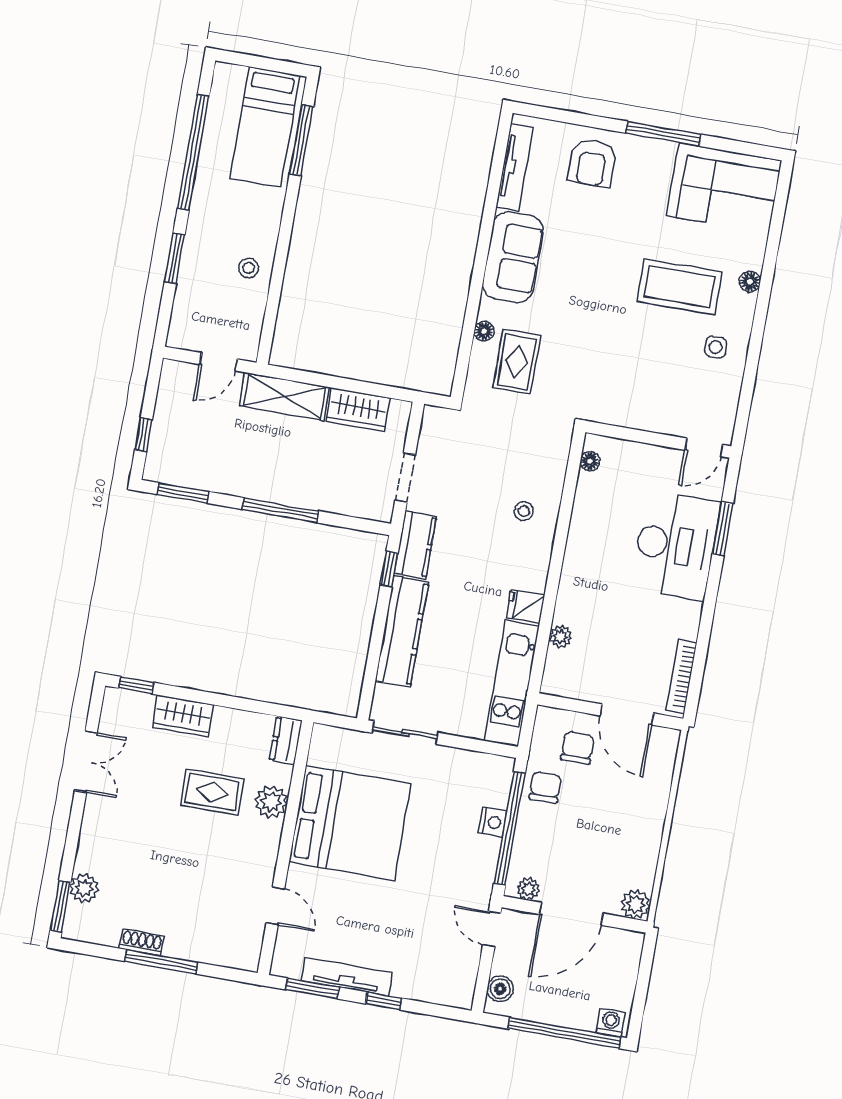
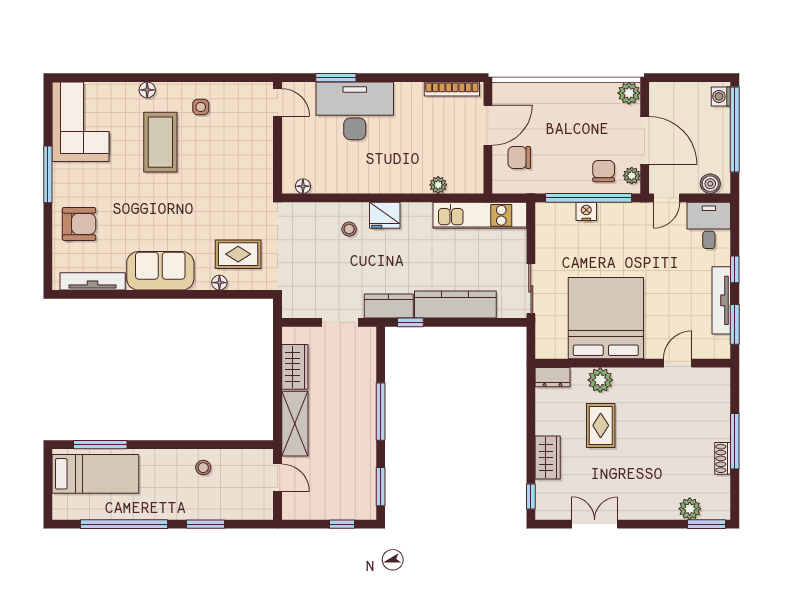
fridge: (525, 606) -> (385, 215), moved, width x1.38
chair: (545, 787) -> (604, 171), moved, turned 90
desk: (446, 978) -> (709, 225), added

